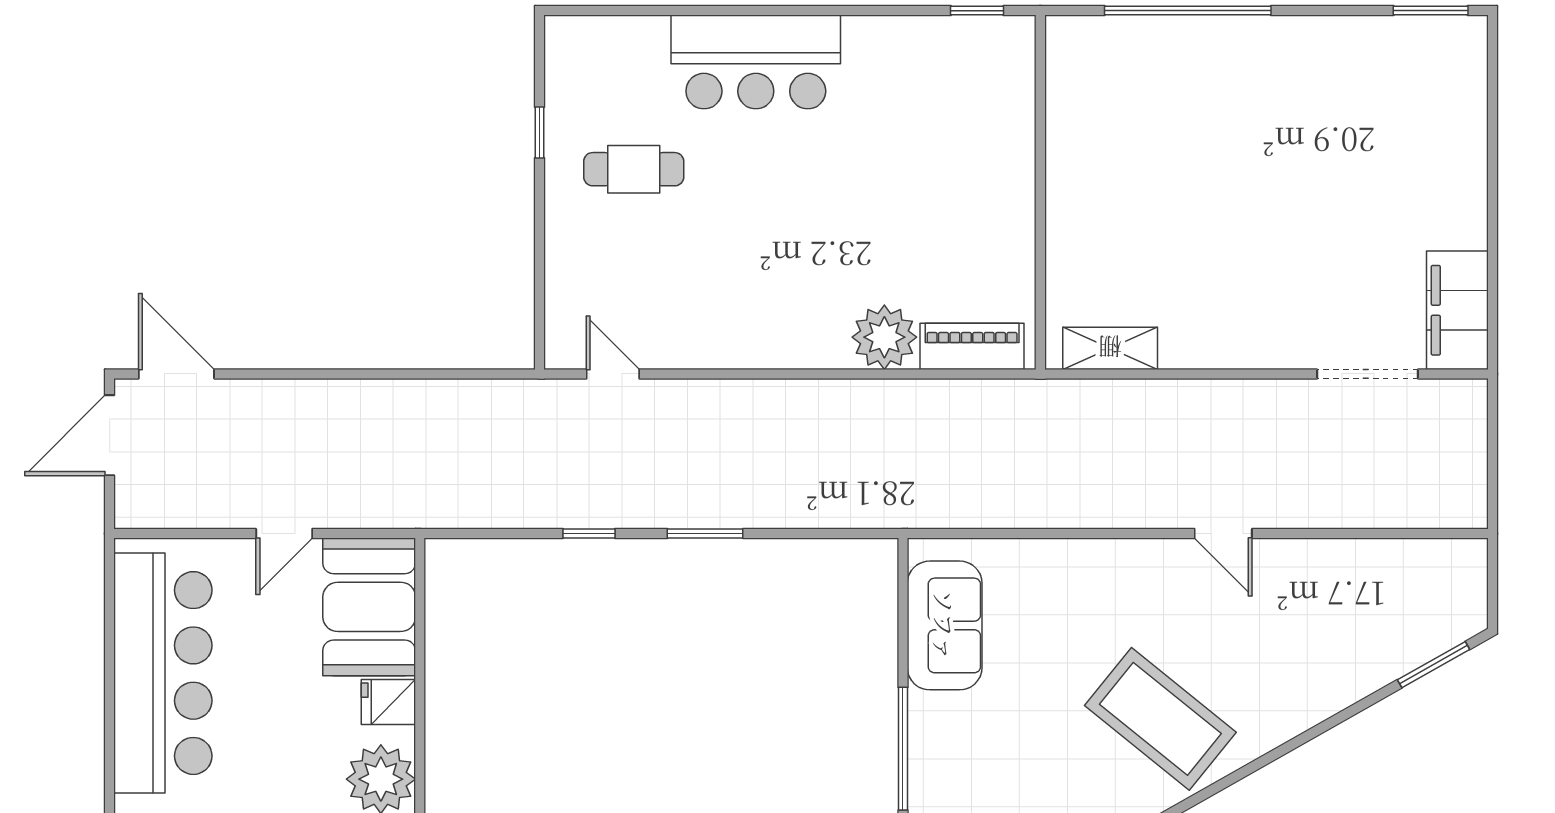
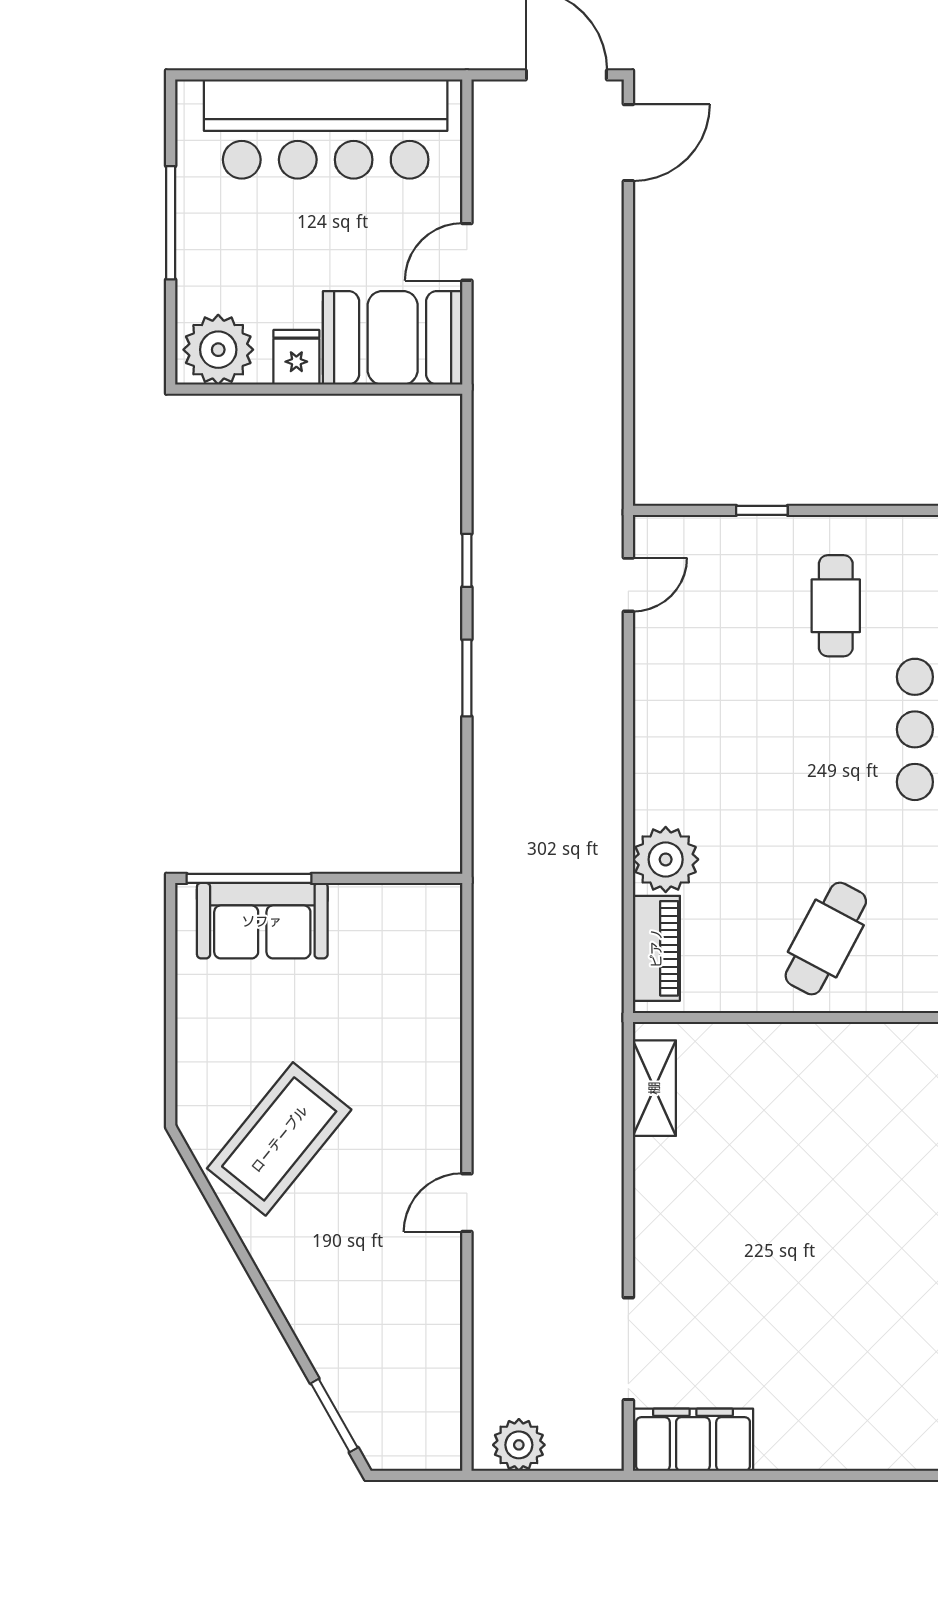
window: (539, 132) -> (762, 510), moved
cafe table: (962, 179) -> (826, 939), added
plant: (1462, 482) -> (519, 1445), added
door: (284, 534) -> (467, 252), hinge flipped
sofa: (945, 625) -> (262, 921), moved

